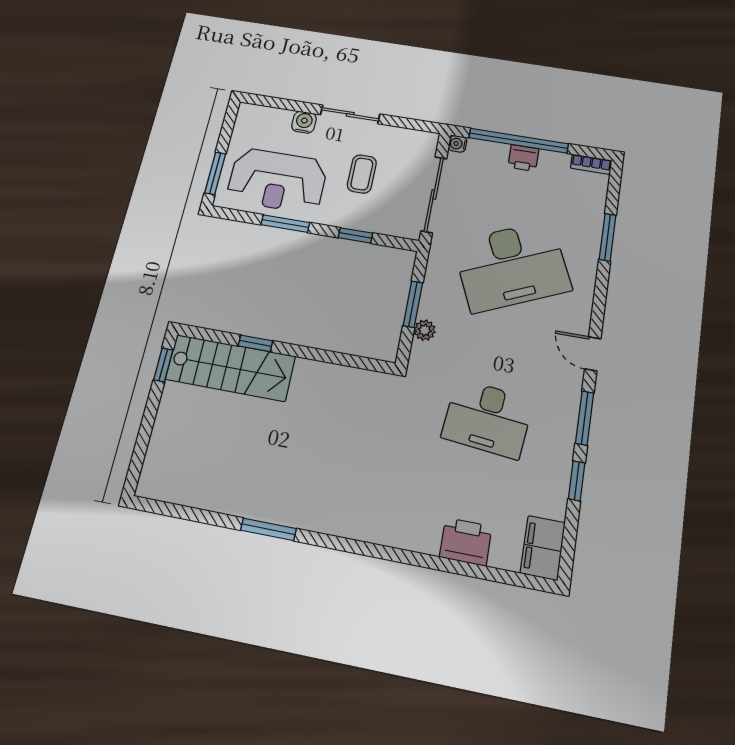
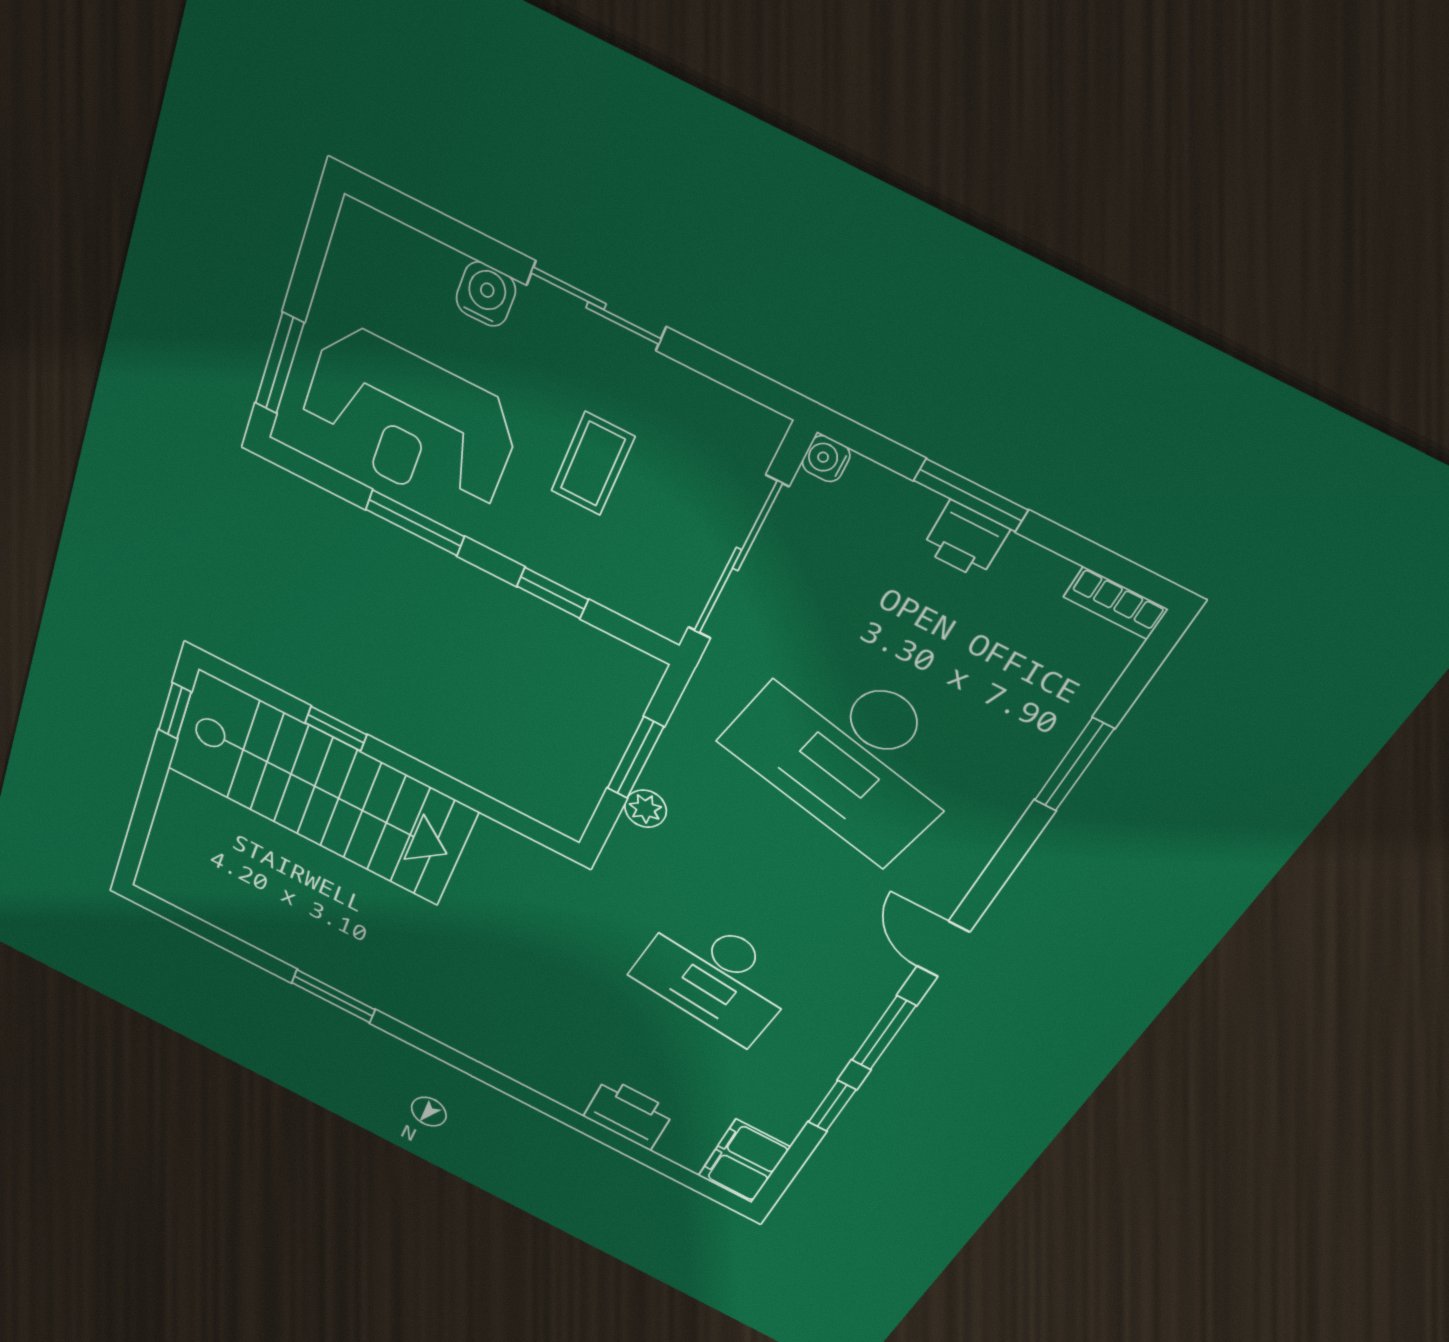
window: (518, 141) -> (971, 495), width x0.47
desk: (512, 266) -> (851, 754), turned 36
stairs: (230, 368) -> (320, 789), width x1.36, depth x1.51

